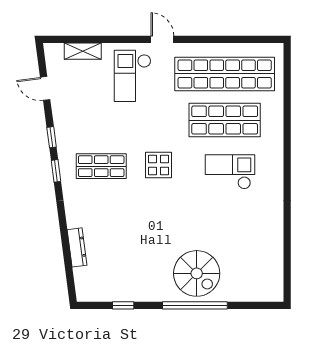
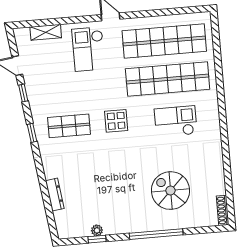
shop shelf: (225, 120) -> (168, 79), width x1.40
window: (52, 137) -> (23, 93), moved
spiral stairs: (197, 273) -> (170, 191), moved, turned 180
shoe rack: (277, 284) -> (223, 210), added
plant: (124, 295) -> (97, 230), added

